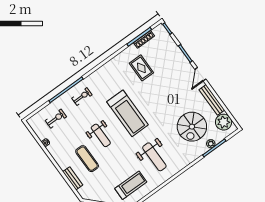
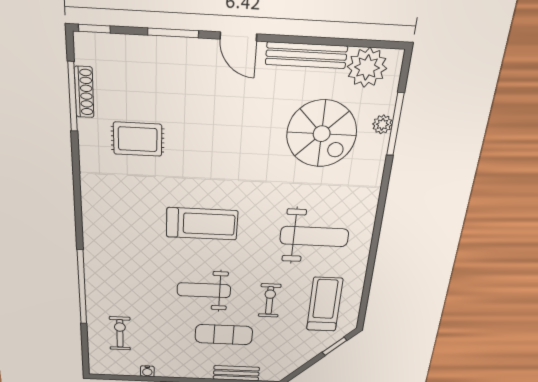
exercise bike: (82, 97) -> (270, 300), moved
treadmill: (127, 113) -> (202, 224), width x0.73, depth x0.73
weight bench: (101, 135) -> (204, 290), turned 180

